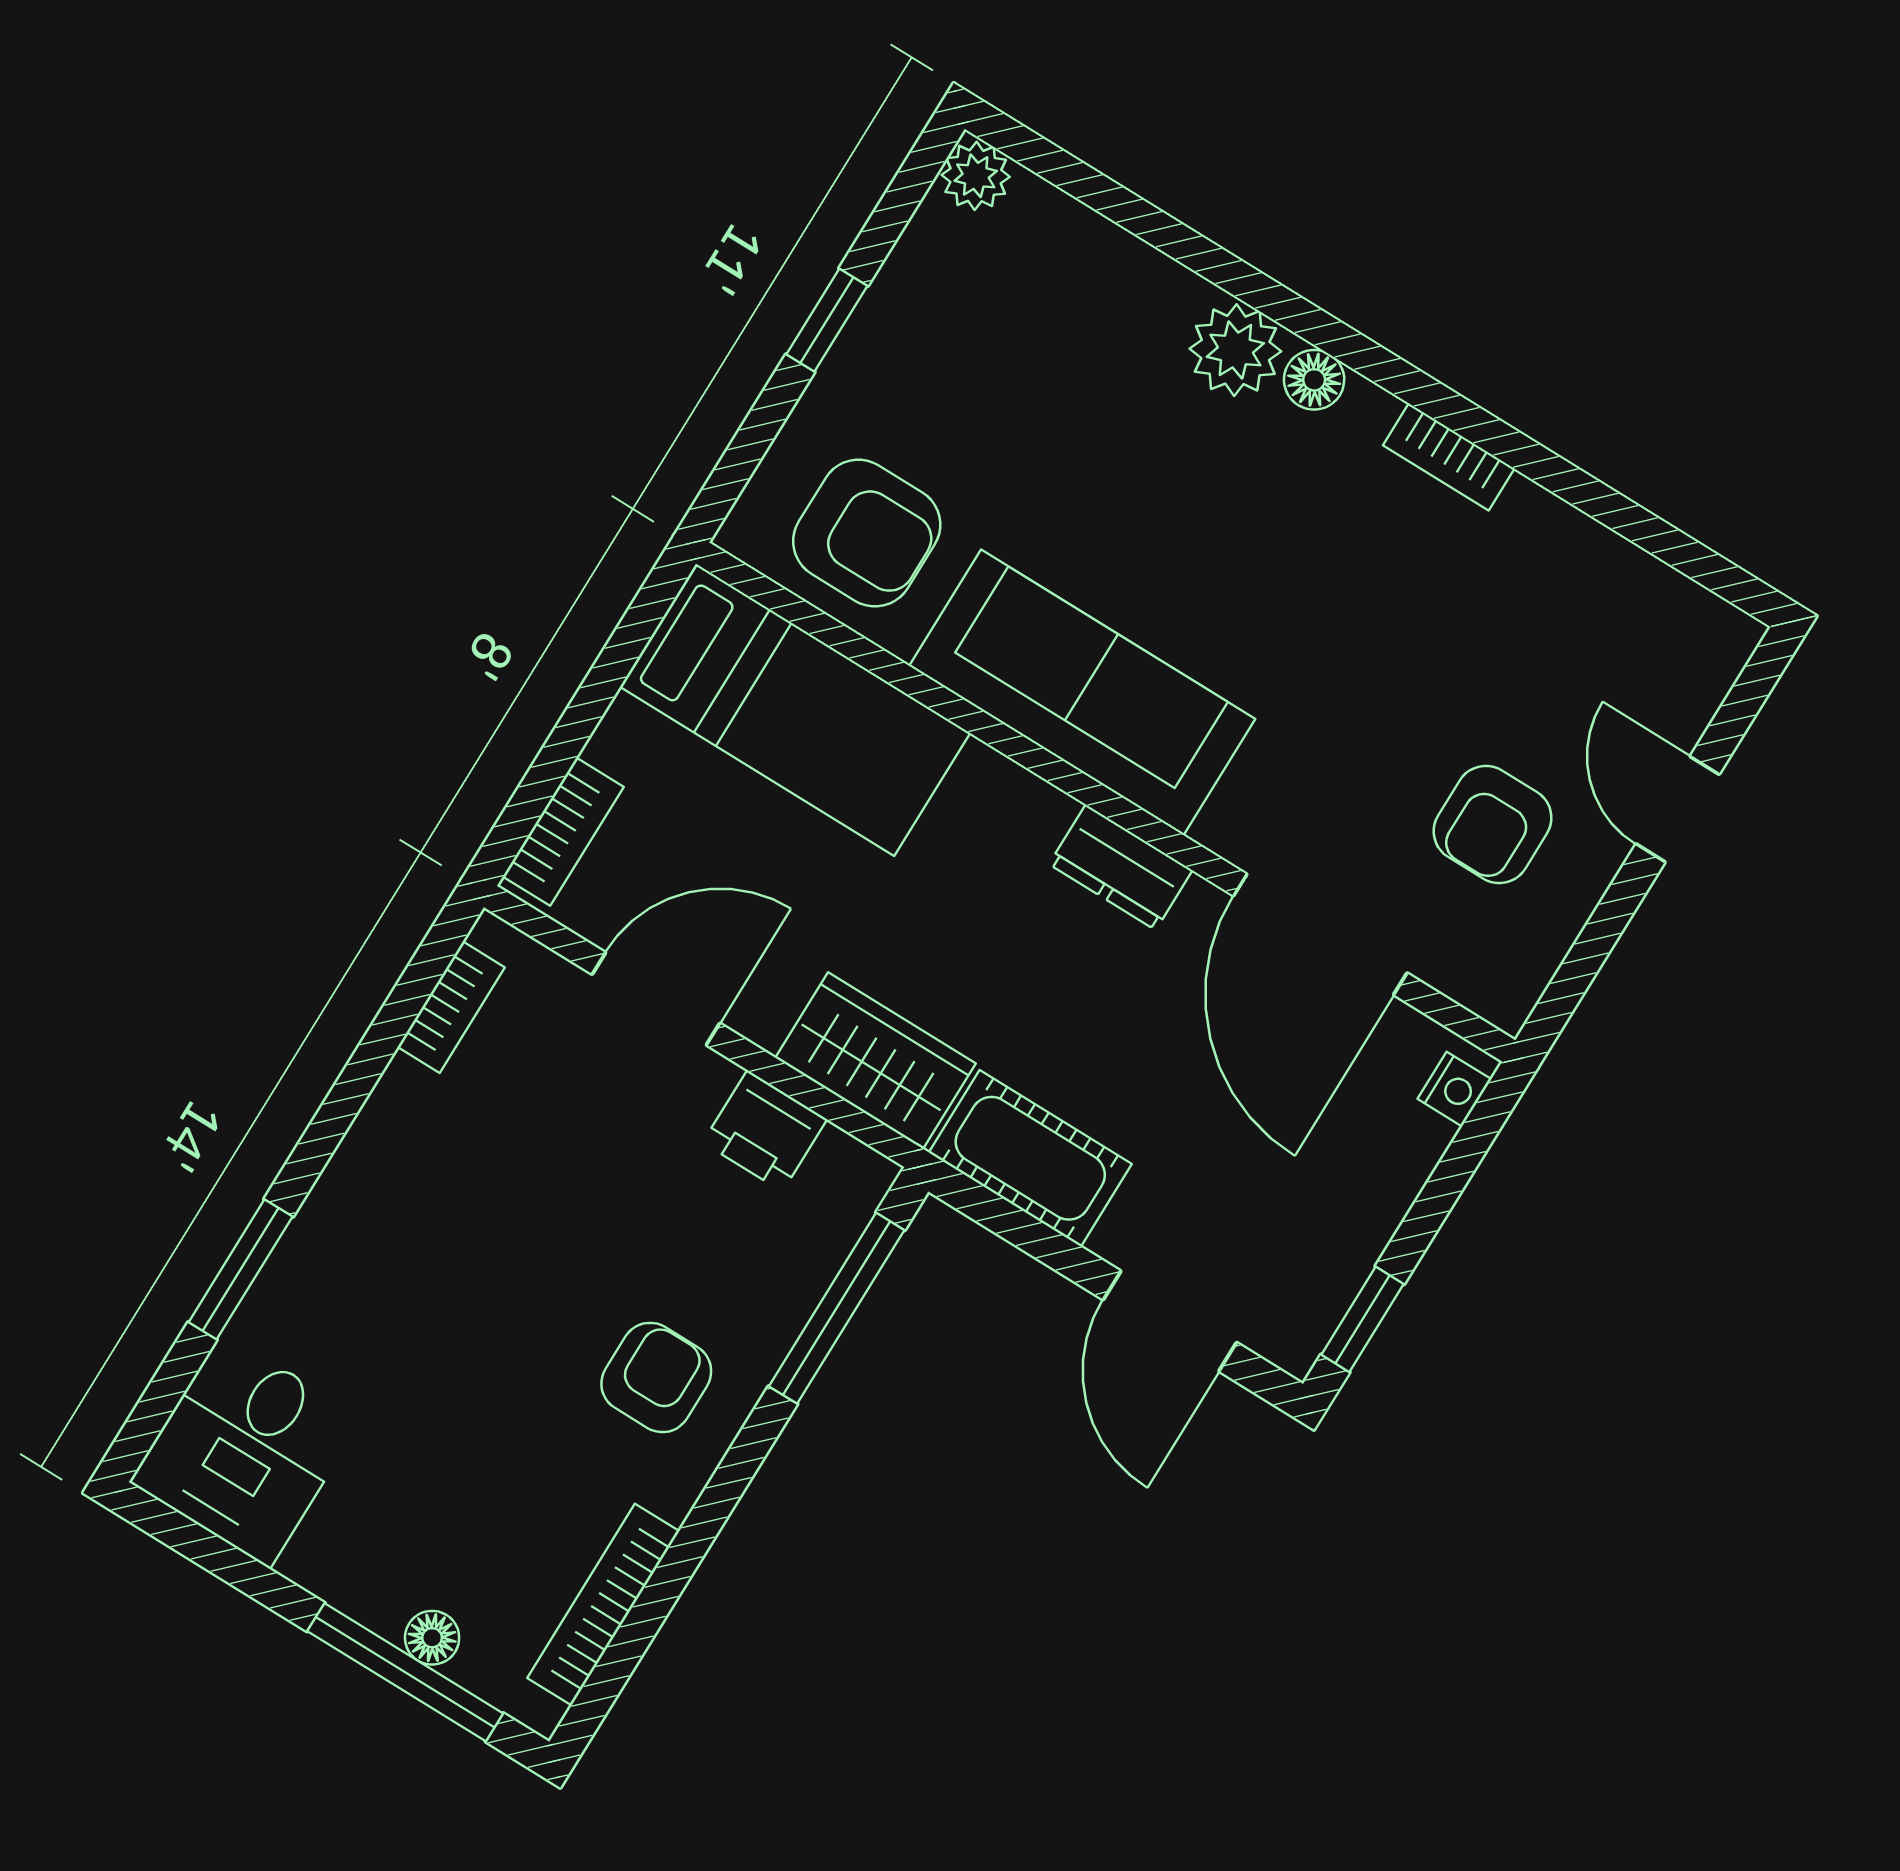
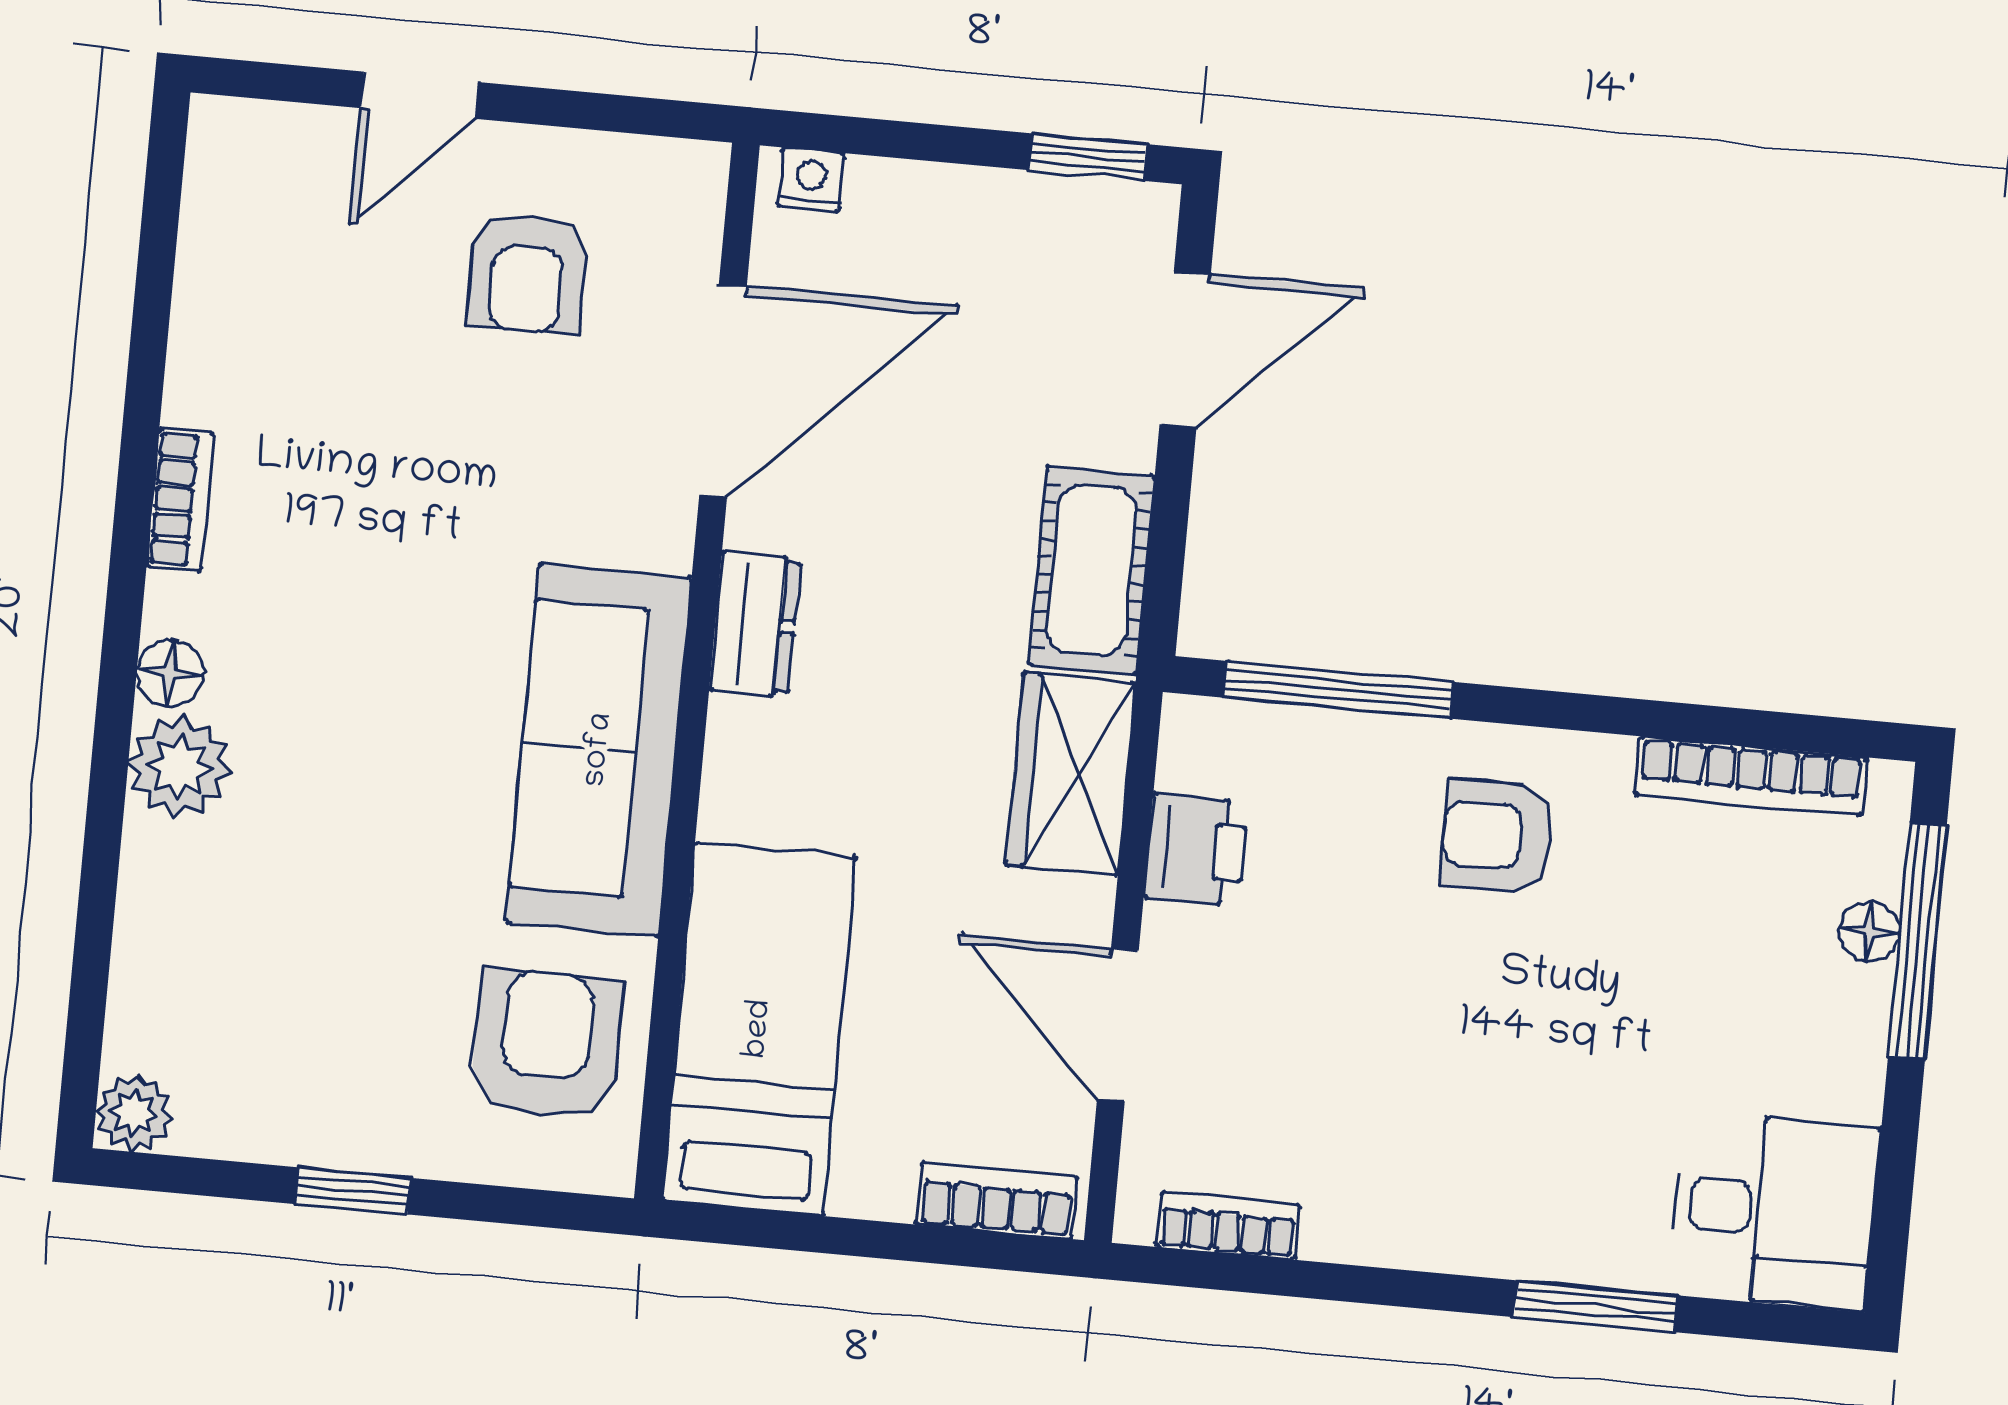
armchair: (1493, 824) -> (527, 273), turned 90

